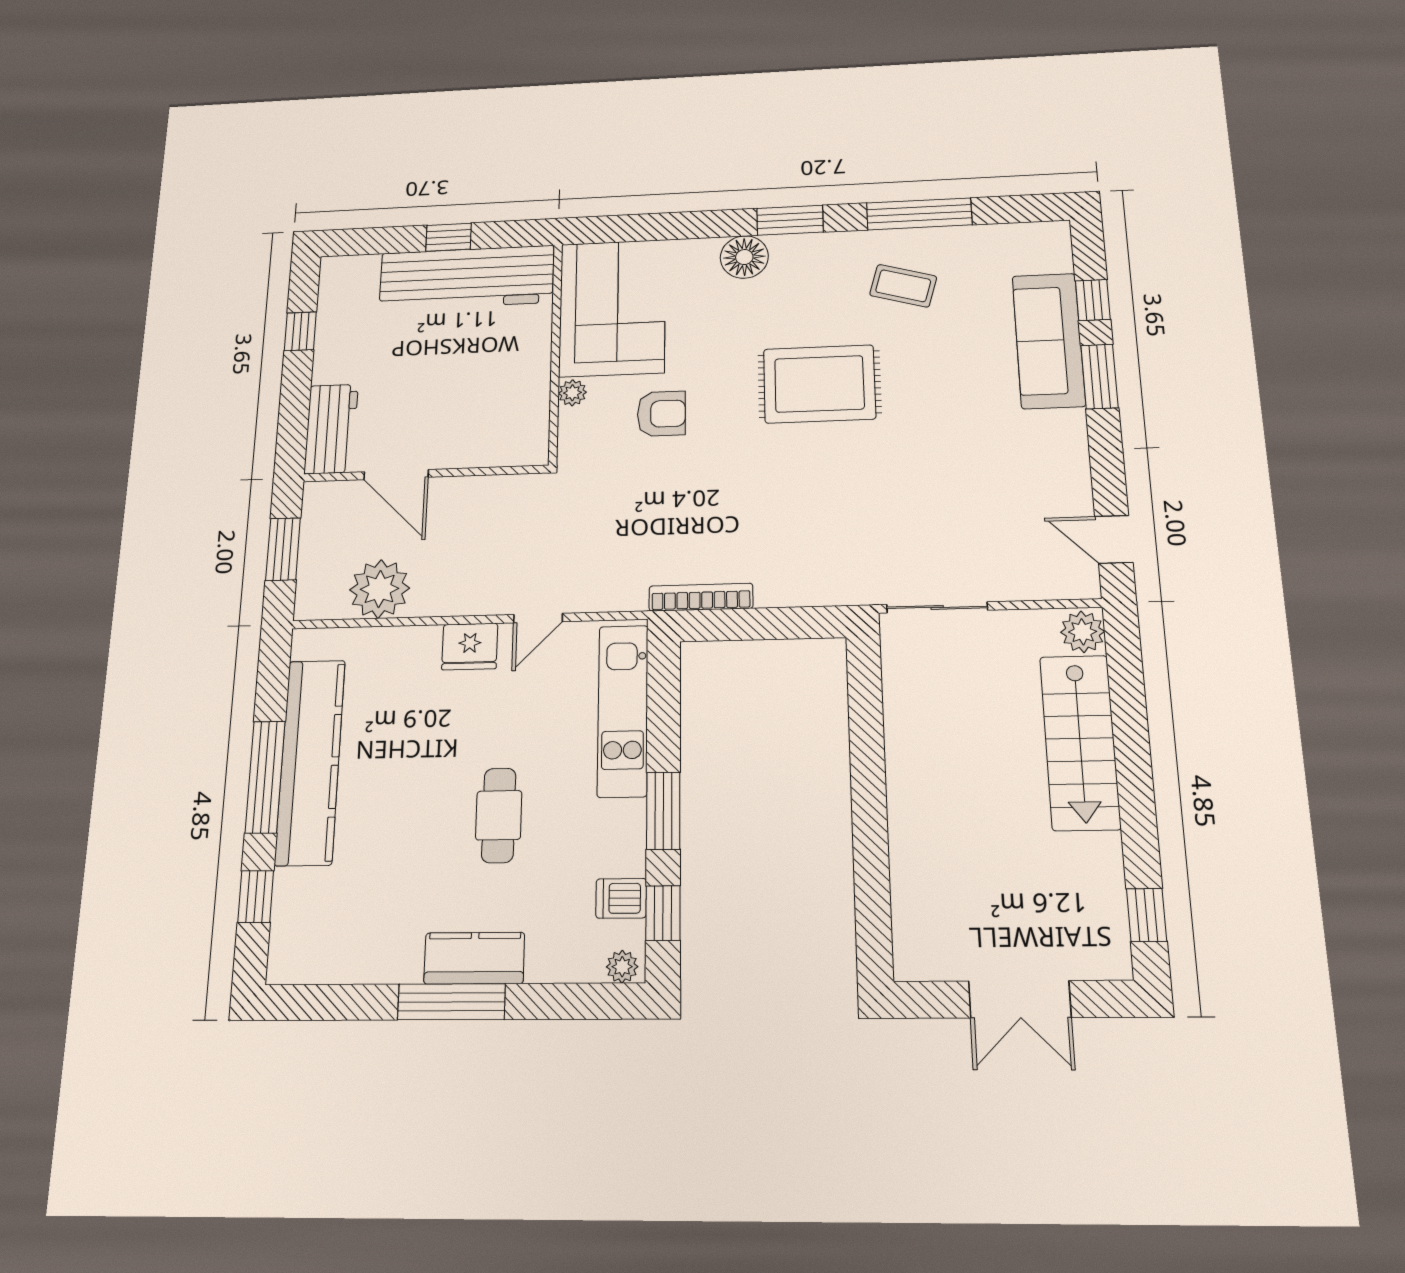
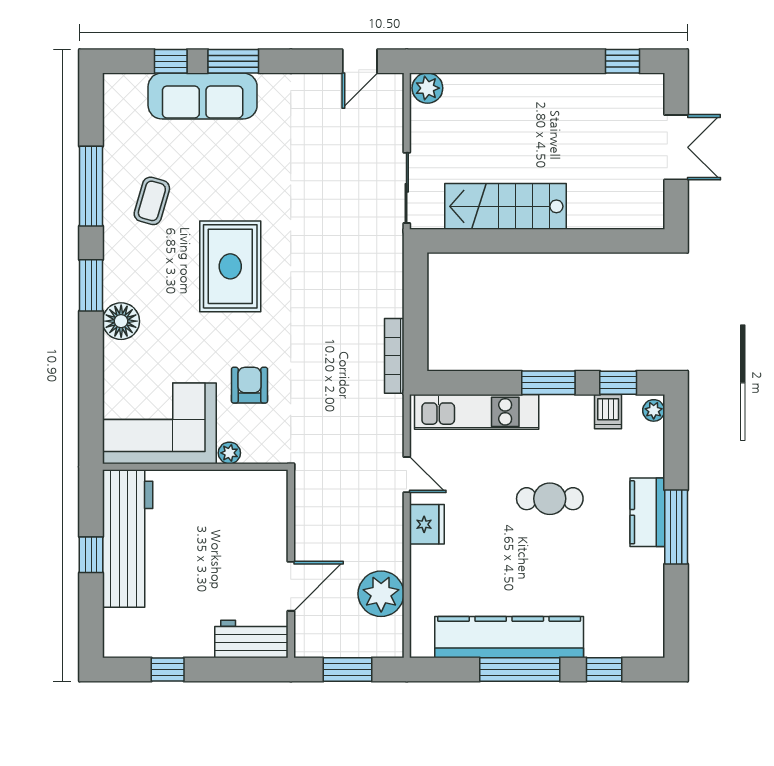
stairs: (1080, 742) -> (505, 206), moved, turned 180

